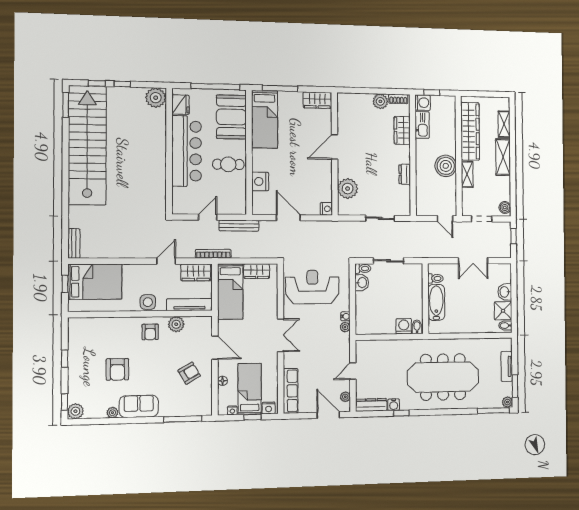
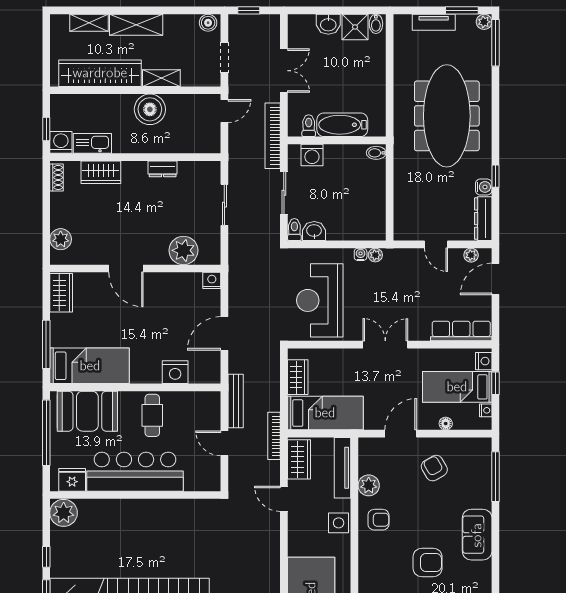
plant: (380, 101) -> (61, 239), moved
bookcase: (428, 253) -> (273, 136), added
washing machine: (404, 326) -> (312, 155), moved, turned -90
plant: (112, 413) -> (485, 569), removed

